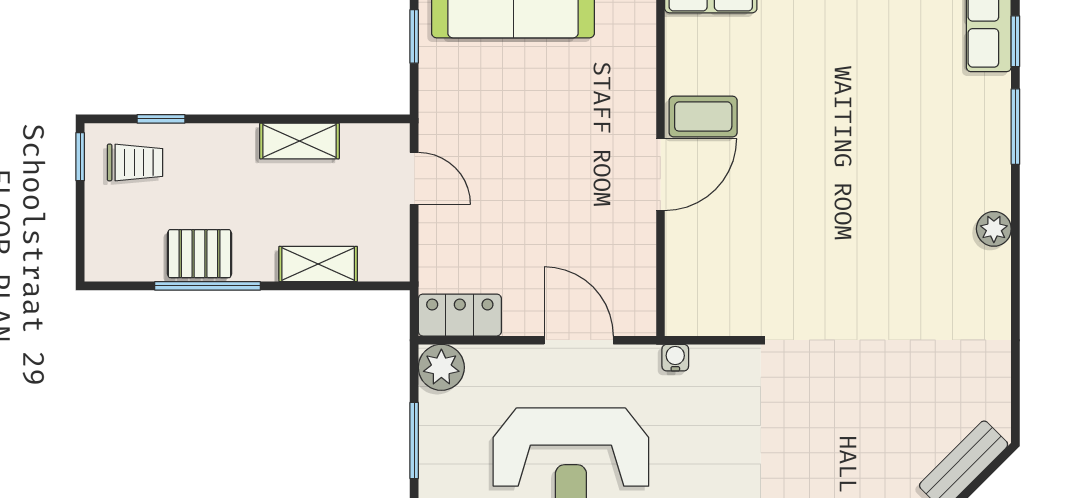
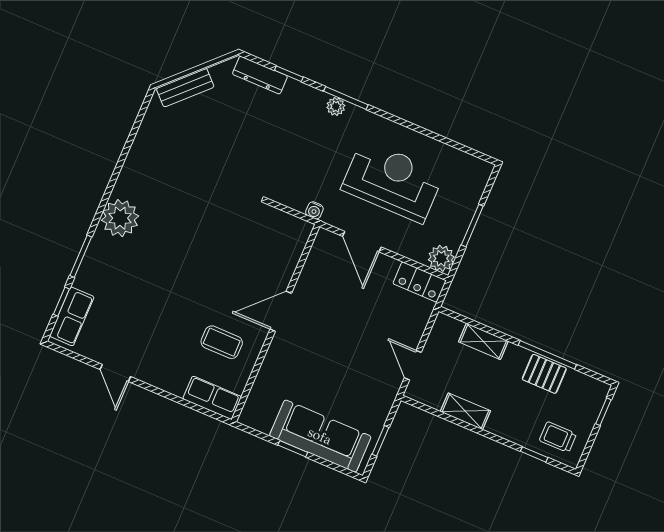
coffee table: (703, 117) -> (222, 342), moved
window: (80, 157) -> (603, 412), moved
plant: (994, 229) -> (120, 218), width x1.88, depth x1.88

